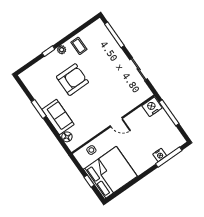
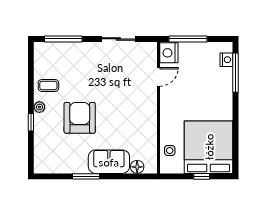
door: (116, 122) -> (158, 77), moved
nightstand: (160, 155) -> (226, 60), moved

